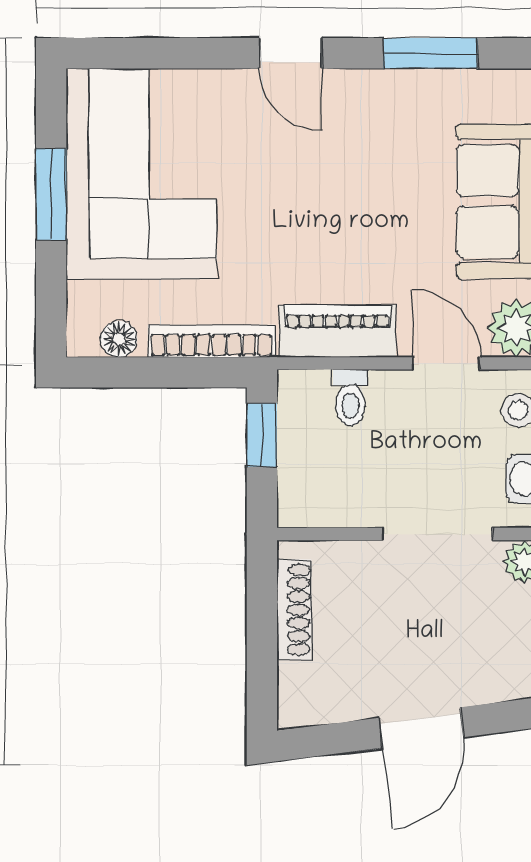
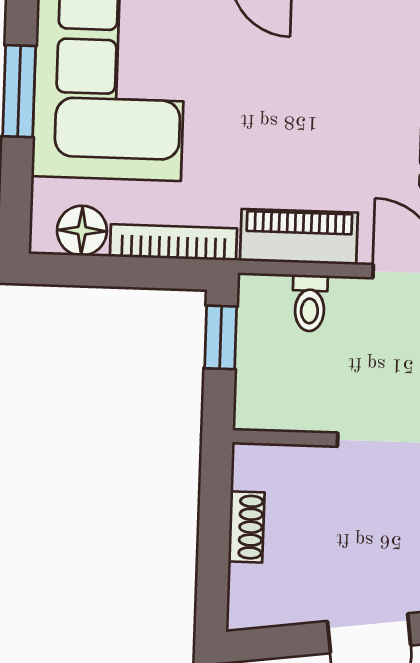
floor lamp: (119, 339) -> (82, 231), width x1.37, depth x1.37
shoe rack: (294, 610) -> (246, 527), width x0.70

